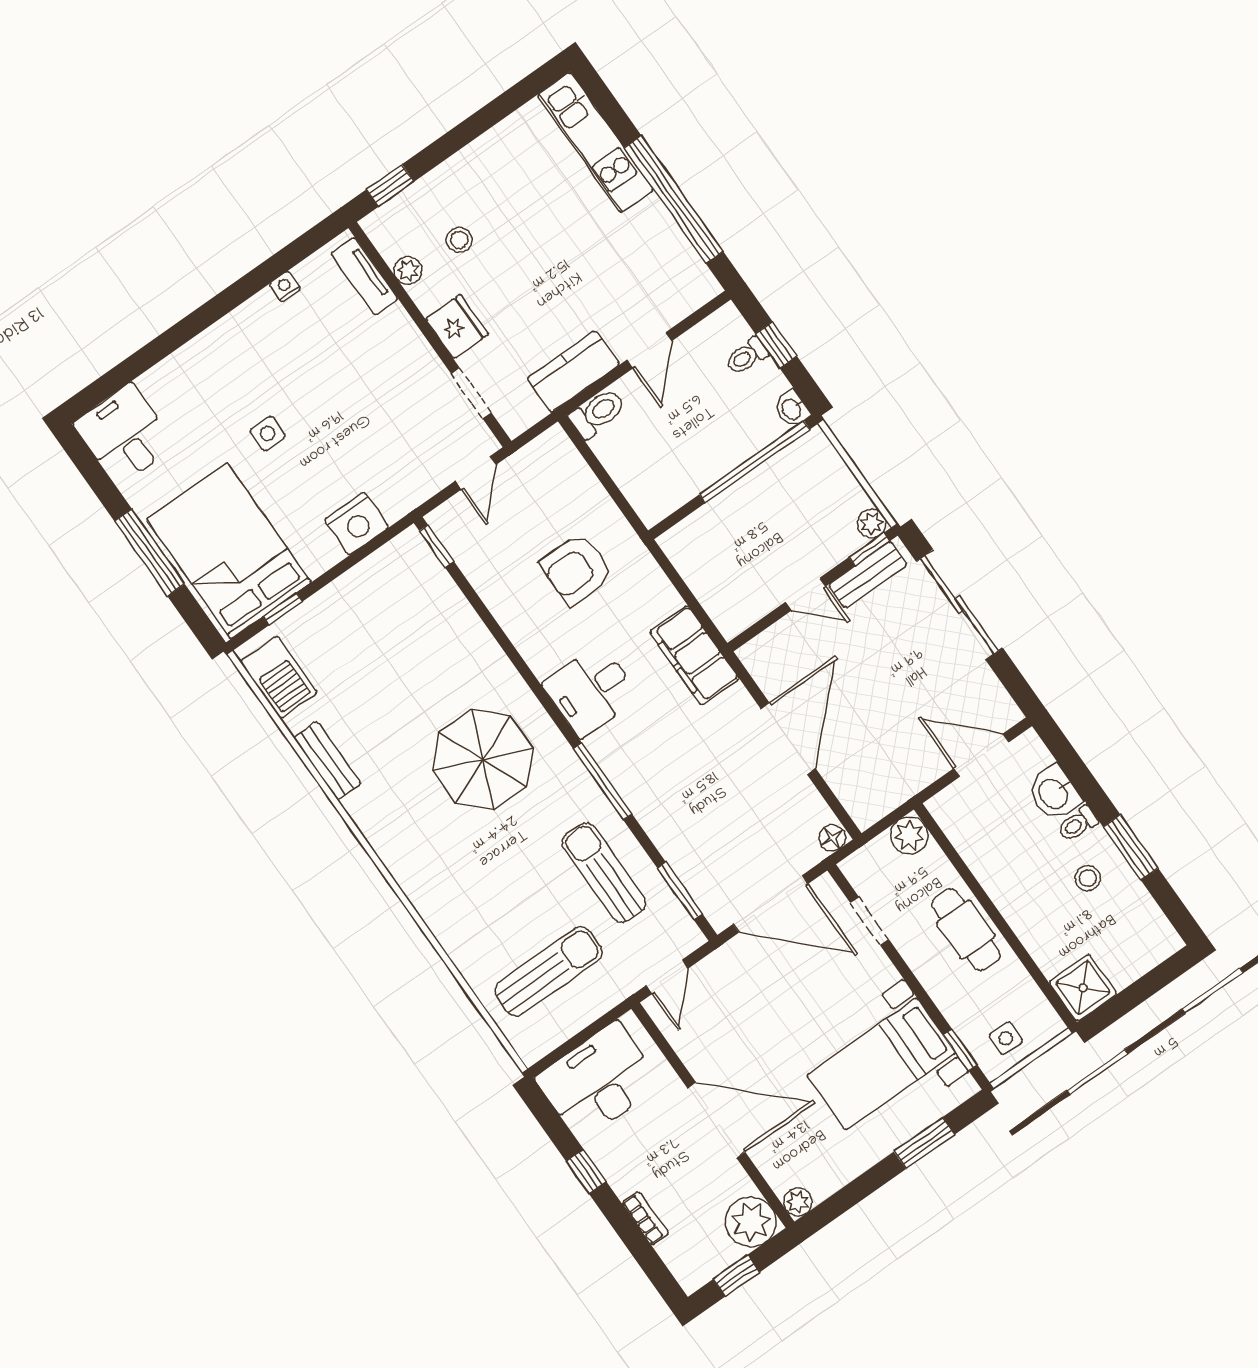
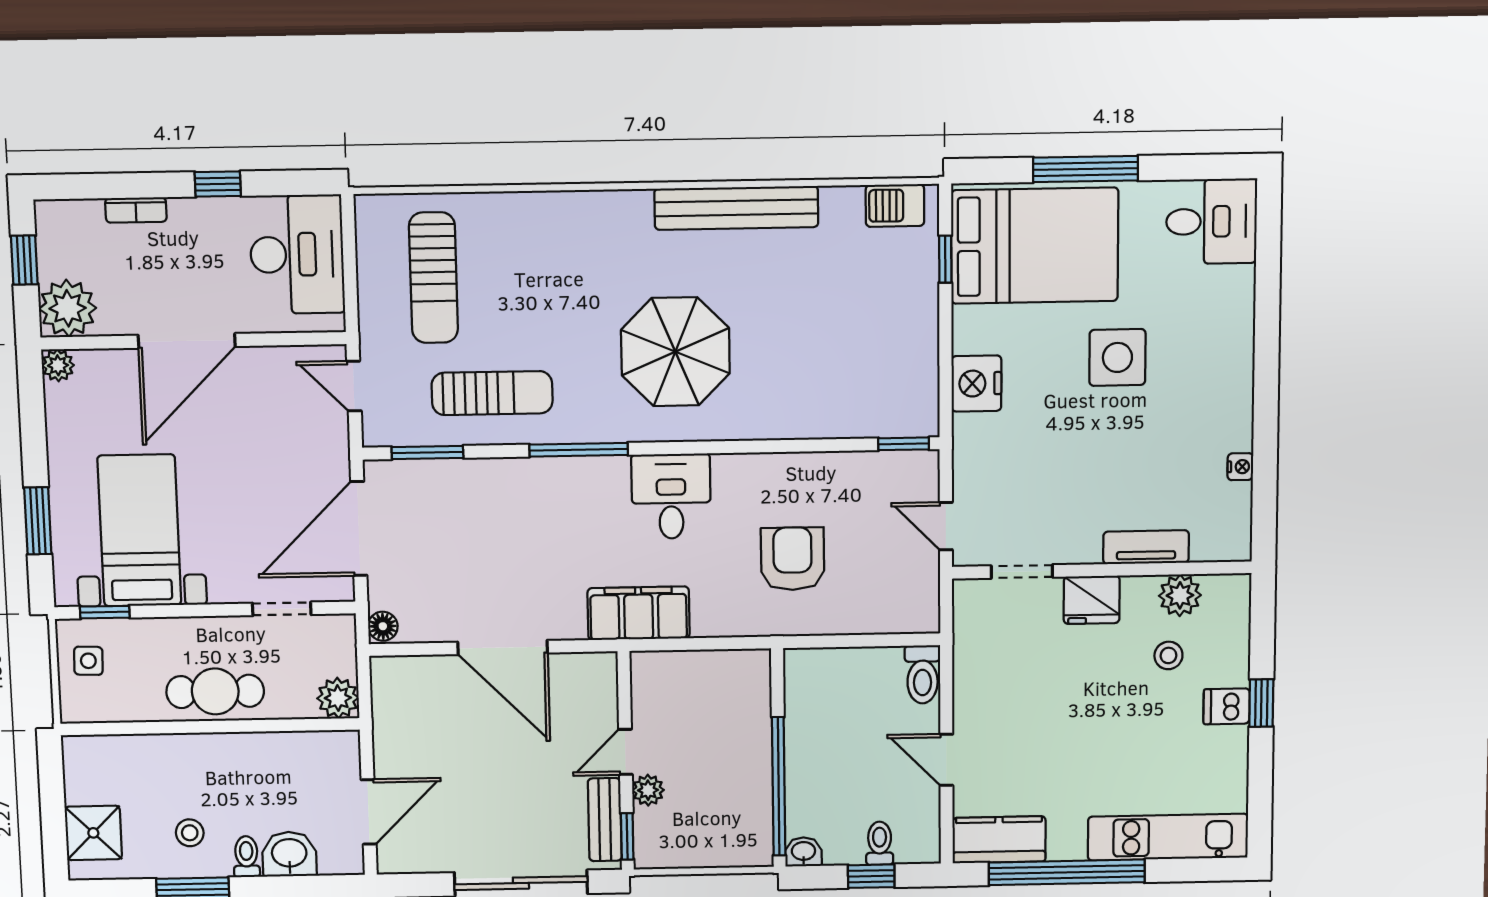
dishwasher: (468, 169) -> (1227, 706), added
window: (390, 185) -> (1261, 703), moved
plant: (408, 270) -> (1180, 595), width x1.38, depth x1.38
tv unit: (364, 276) -> (1146, 547), moved
kitchen counter: (573, 372) -> (999, 840), moved, turned -90
side table: (268, 434) -> (1117, 357), width x1.87, depth x1.87
plant: (872, 524) -> (648, 790), moved
barbecue: (279, 677) -> (895, 206), width x0.73, depth x0.79
bench: (327, 761) -> (736, 208), width x1.86, depth x1.21
shower: (1083, 988) -> (93, 833), moved

